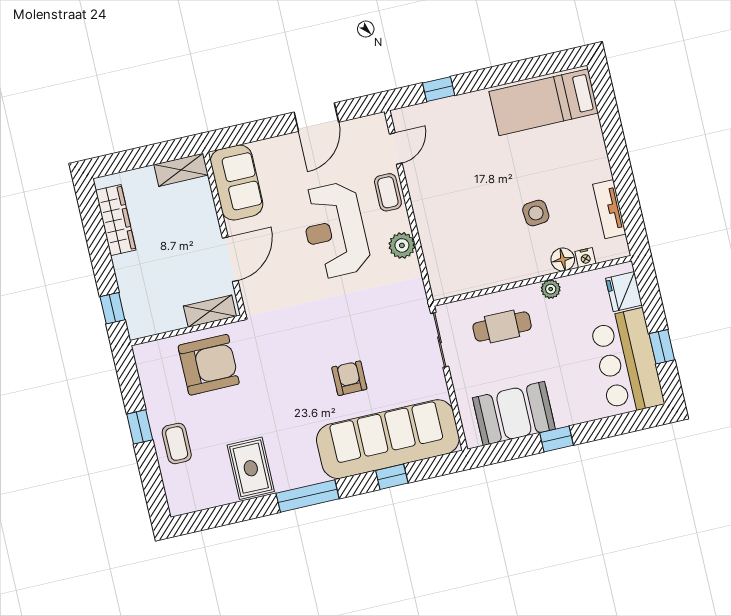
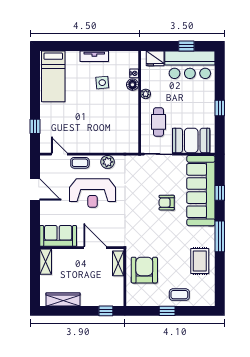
tv unit: (609, 209) -> (94, 56), moved
side table: (536, 213) -> (102, 83), moved
booth: (514, 413) -> (191, 140), moved, turned 90
rug: (251, 468) -> (200, 261), turned 90

